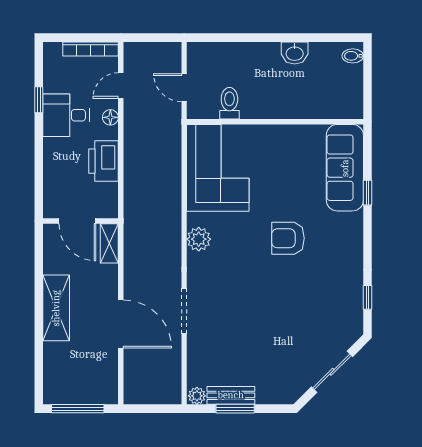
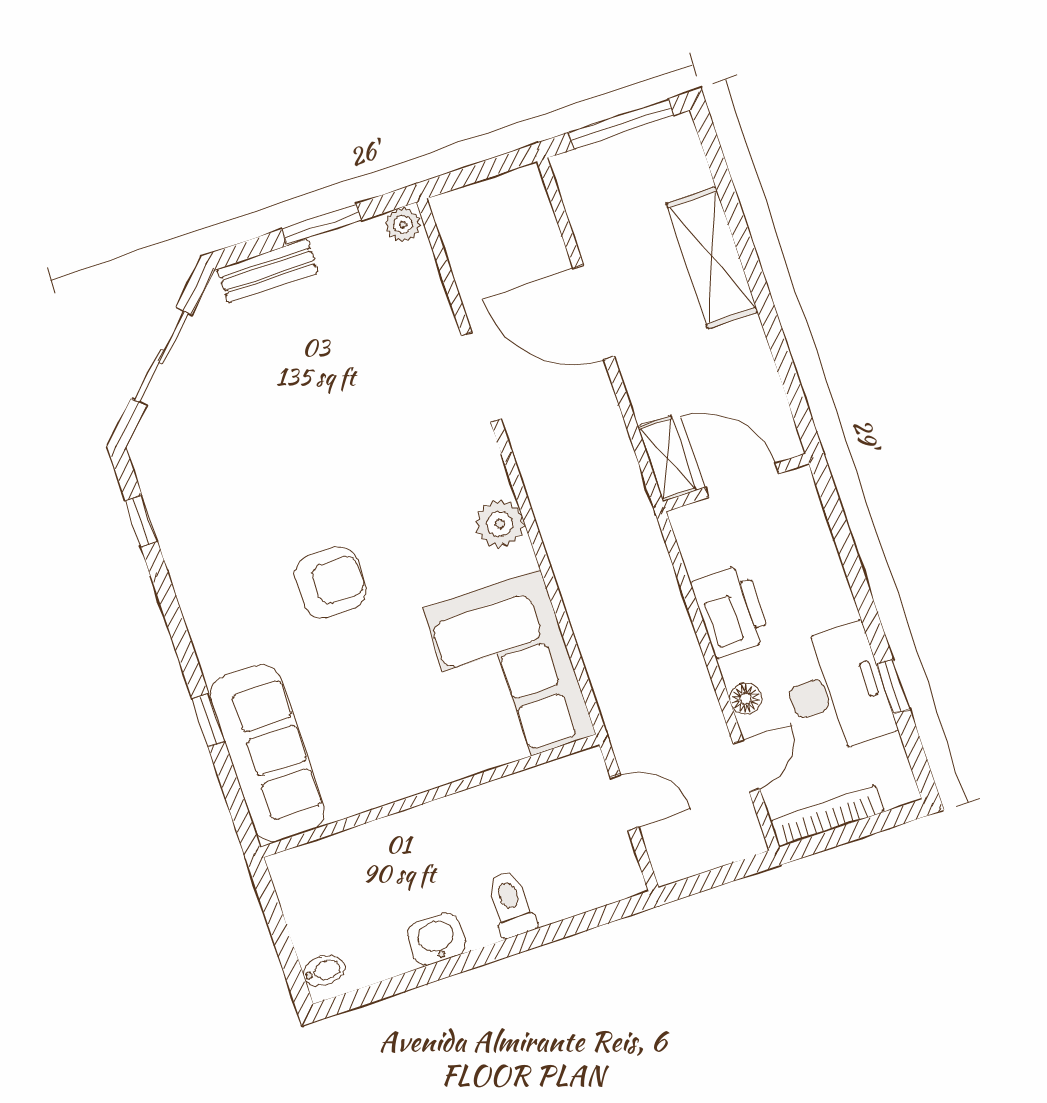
toilet: (229, 103) -> (511, 904), moved, turned 180
desk: (66, 115) -> (836, 690), width x1.37
shelving: (56, 308) -> (712, 258), moved
bench: (231, 395) -> (268, 271), moved

